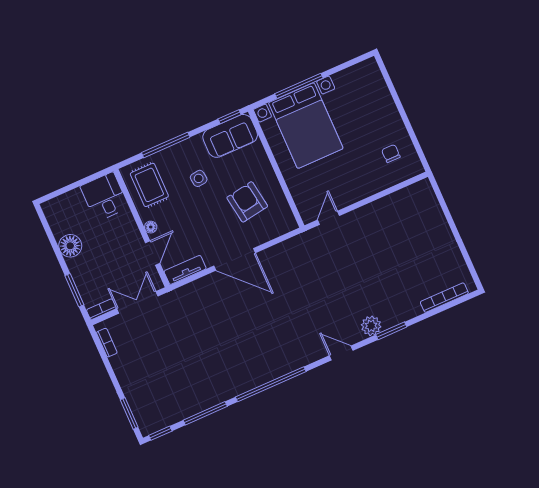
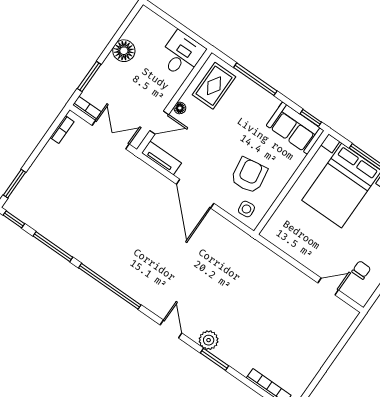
side table: (199, 178) -> (246, 209), moved
door: (328, 218) -> (328, 286), moved

